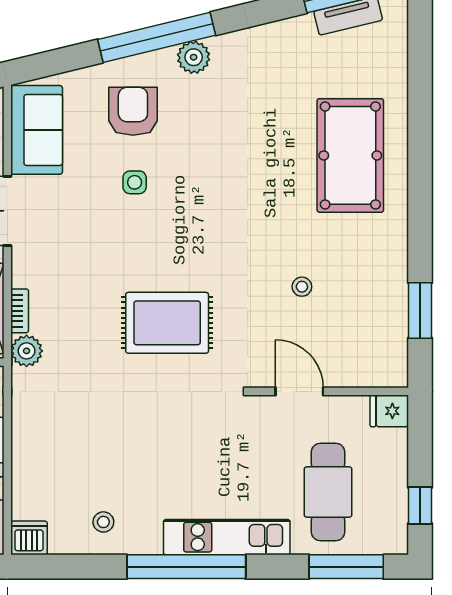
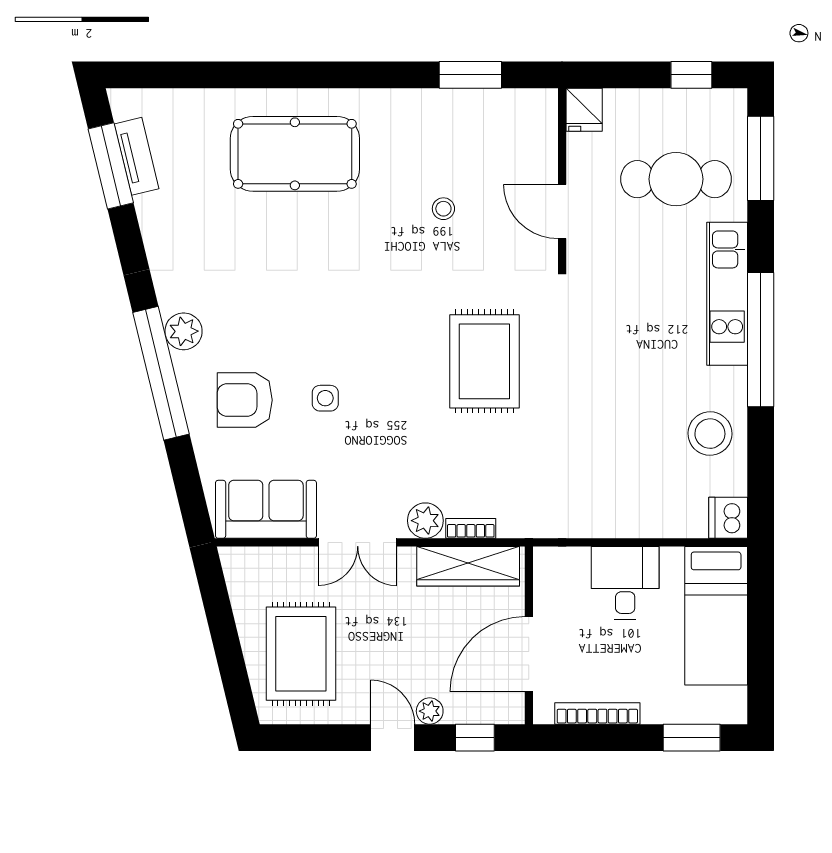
plant: (27, 351) -> (425, 521), moved
door: (299, 391) -> (562, 212), hinge flipped
stool: (103, 522) -> (710, 434), width x1.89, depth x1.89

